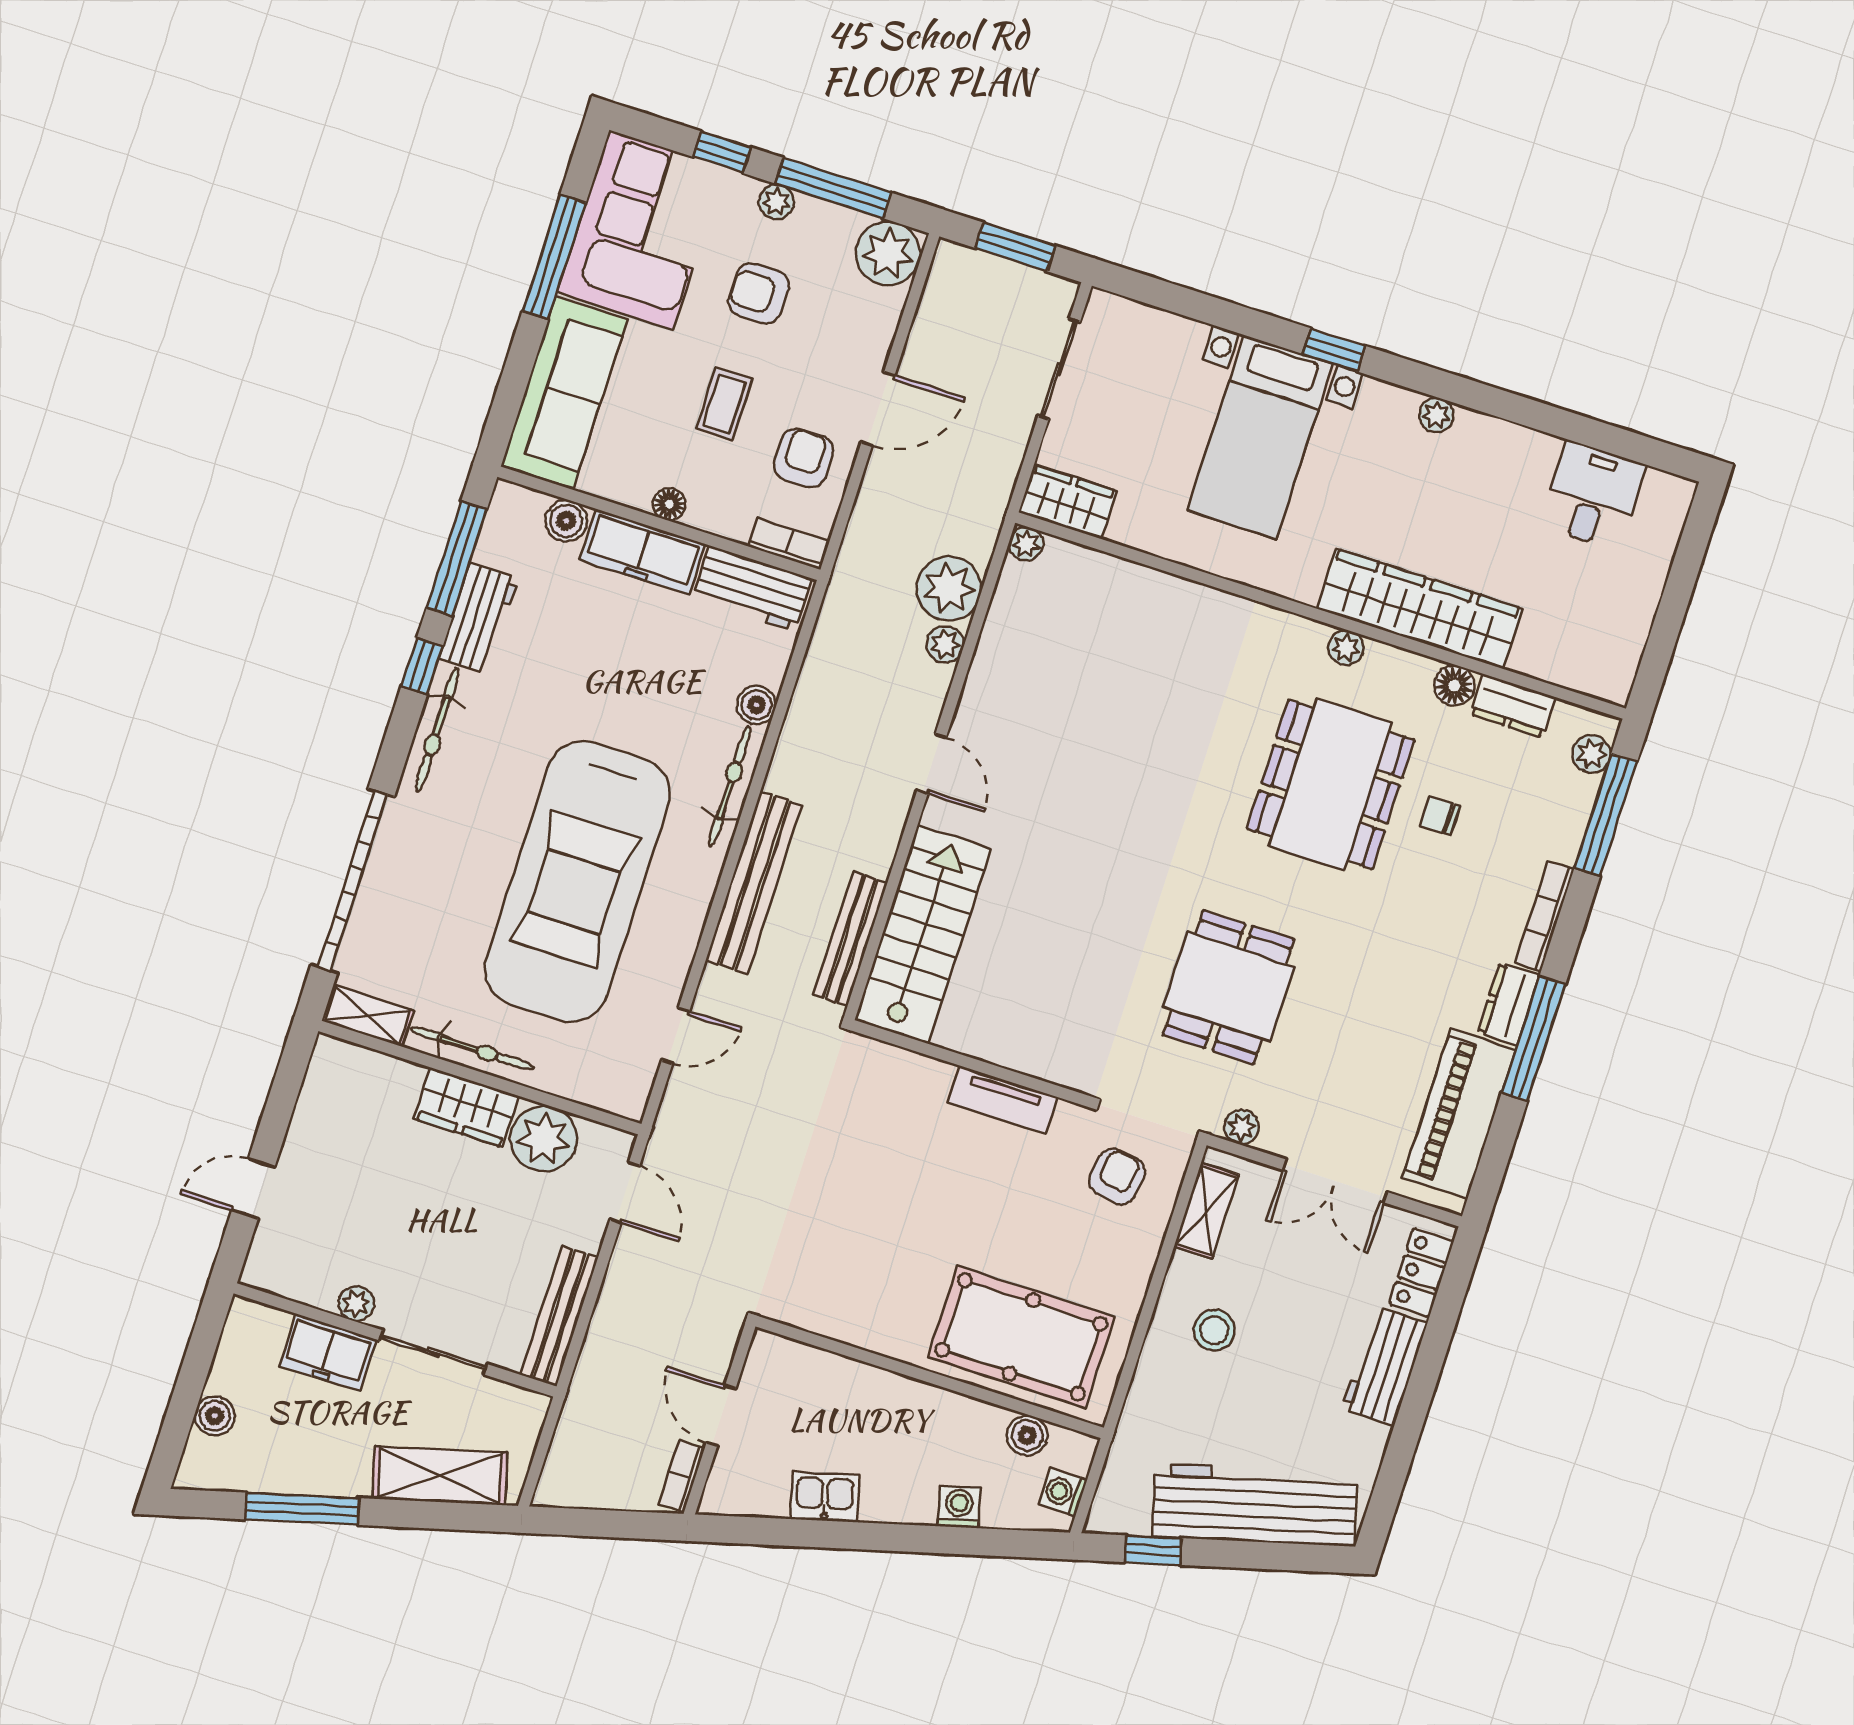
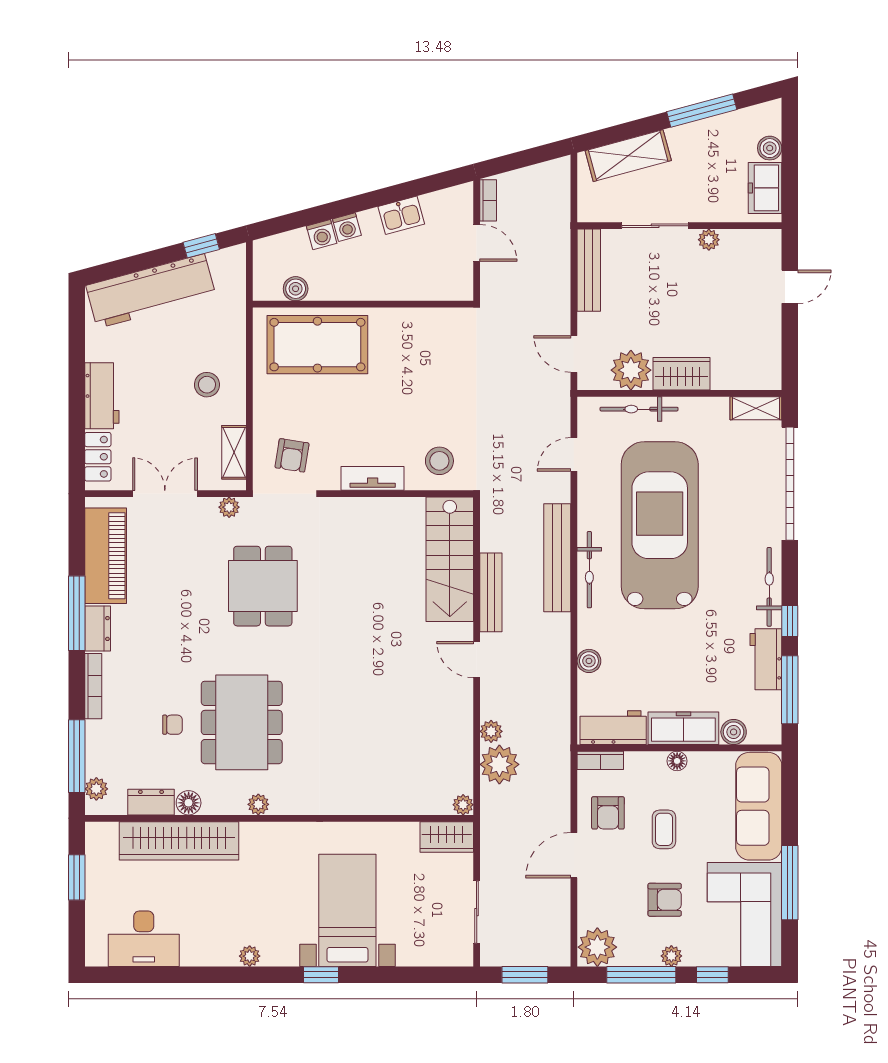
desk: (1593, 496) -> (144, 939), width x1.37
wardrobe: (1420, 609) -> (179, 841), moved
window: (1667, 625) -> (77, 877), added
bicycle: (729, 787) -> (589, 570), moved
bench: (850, 939) -> (491, 592), moved
bicycle: (472, 1048) -> (639, 409), moved
stool: (889, 1094) -> (439, 461), added
freezer: (328, 1353) -> (765, 188), moved, turned -90
washing machine: (1063, 1492) -> (347, 227), moved, turned 75

